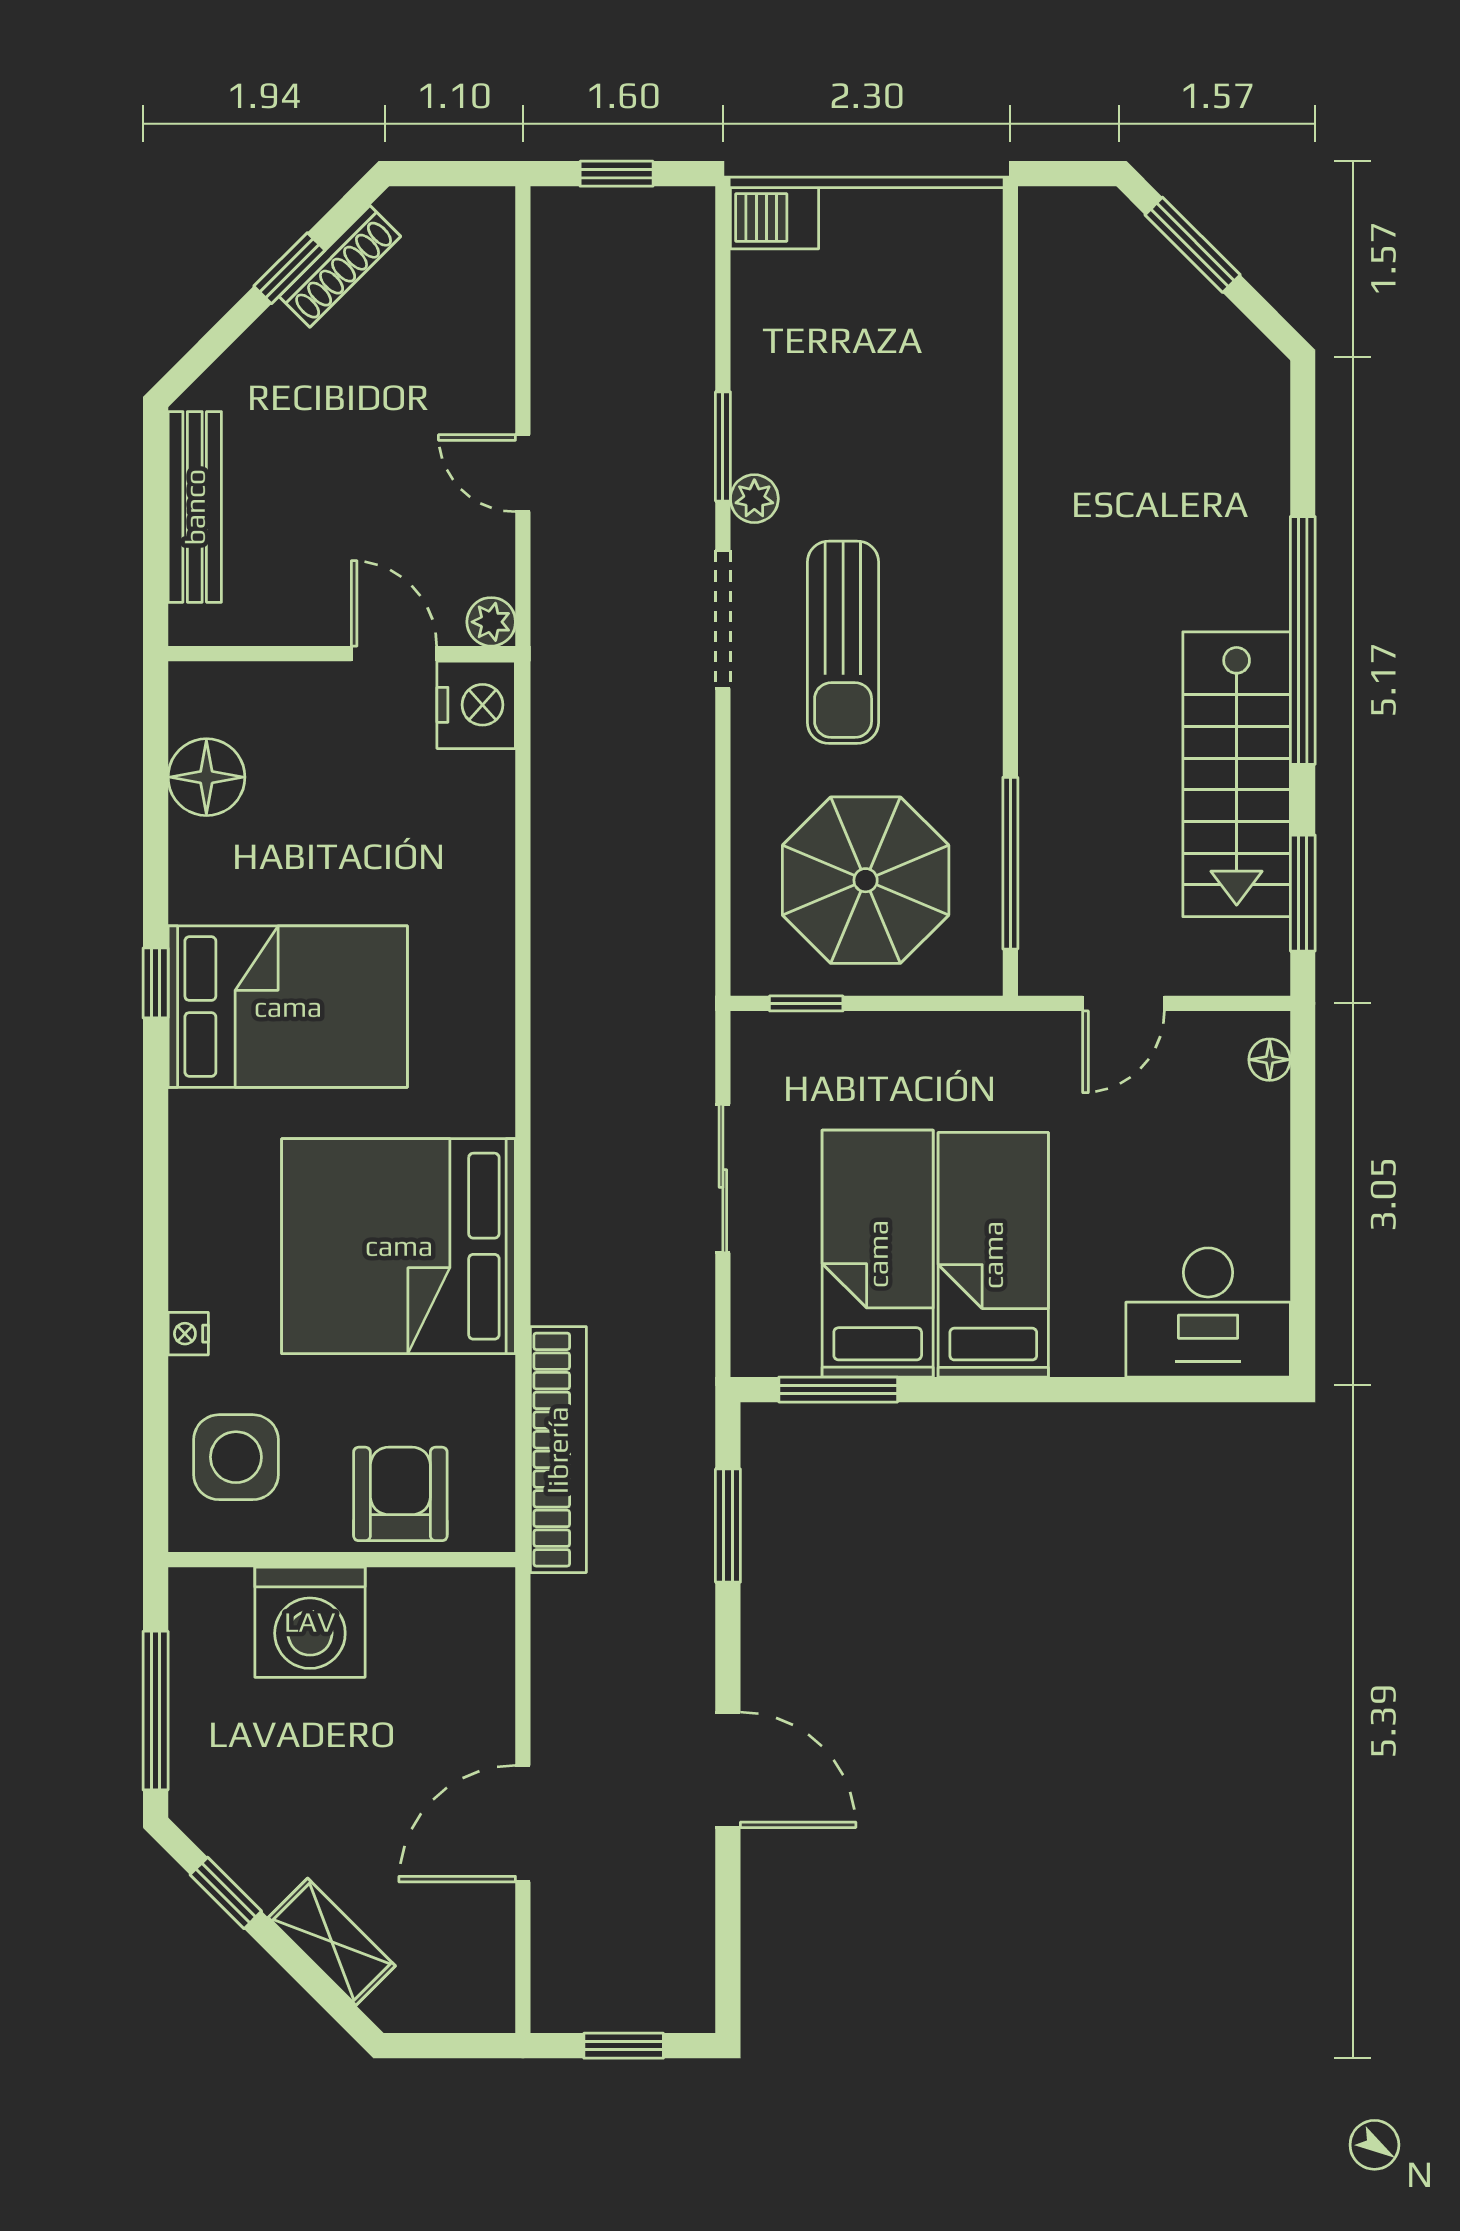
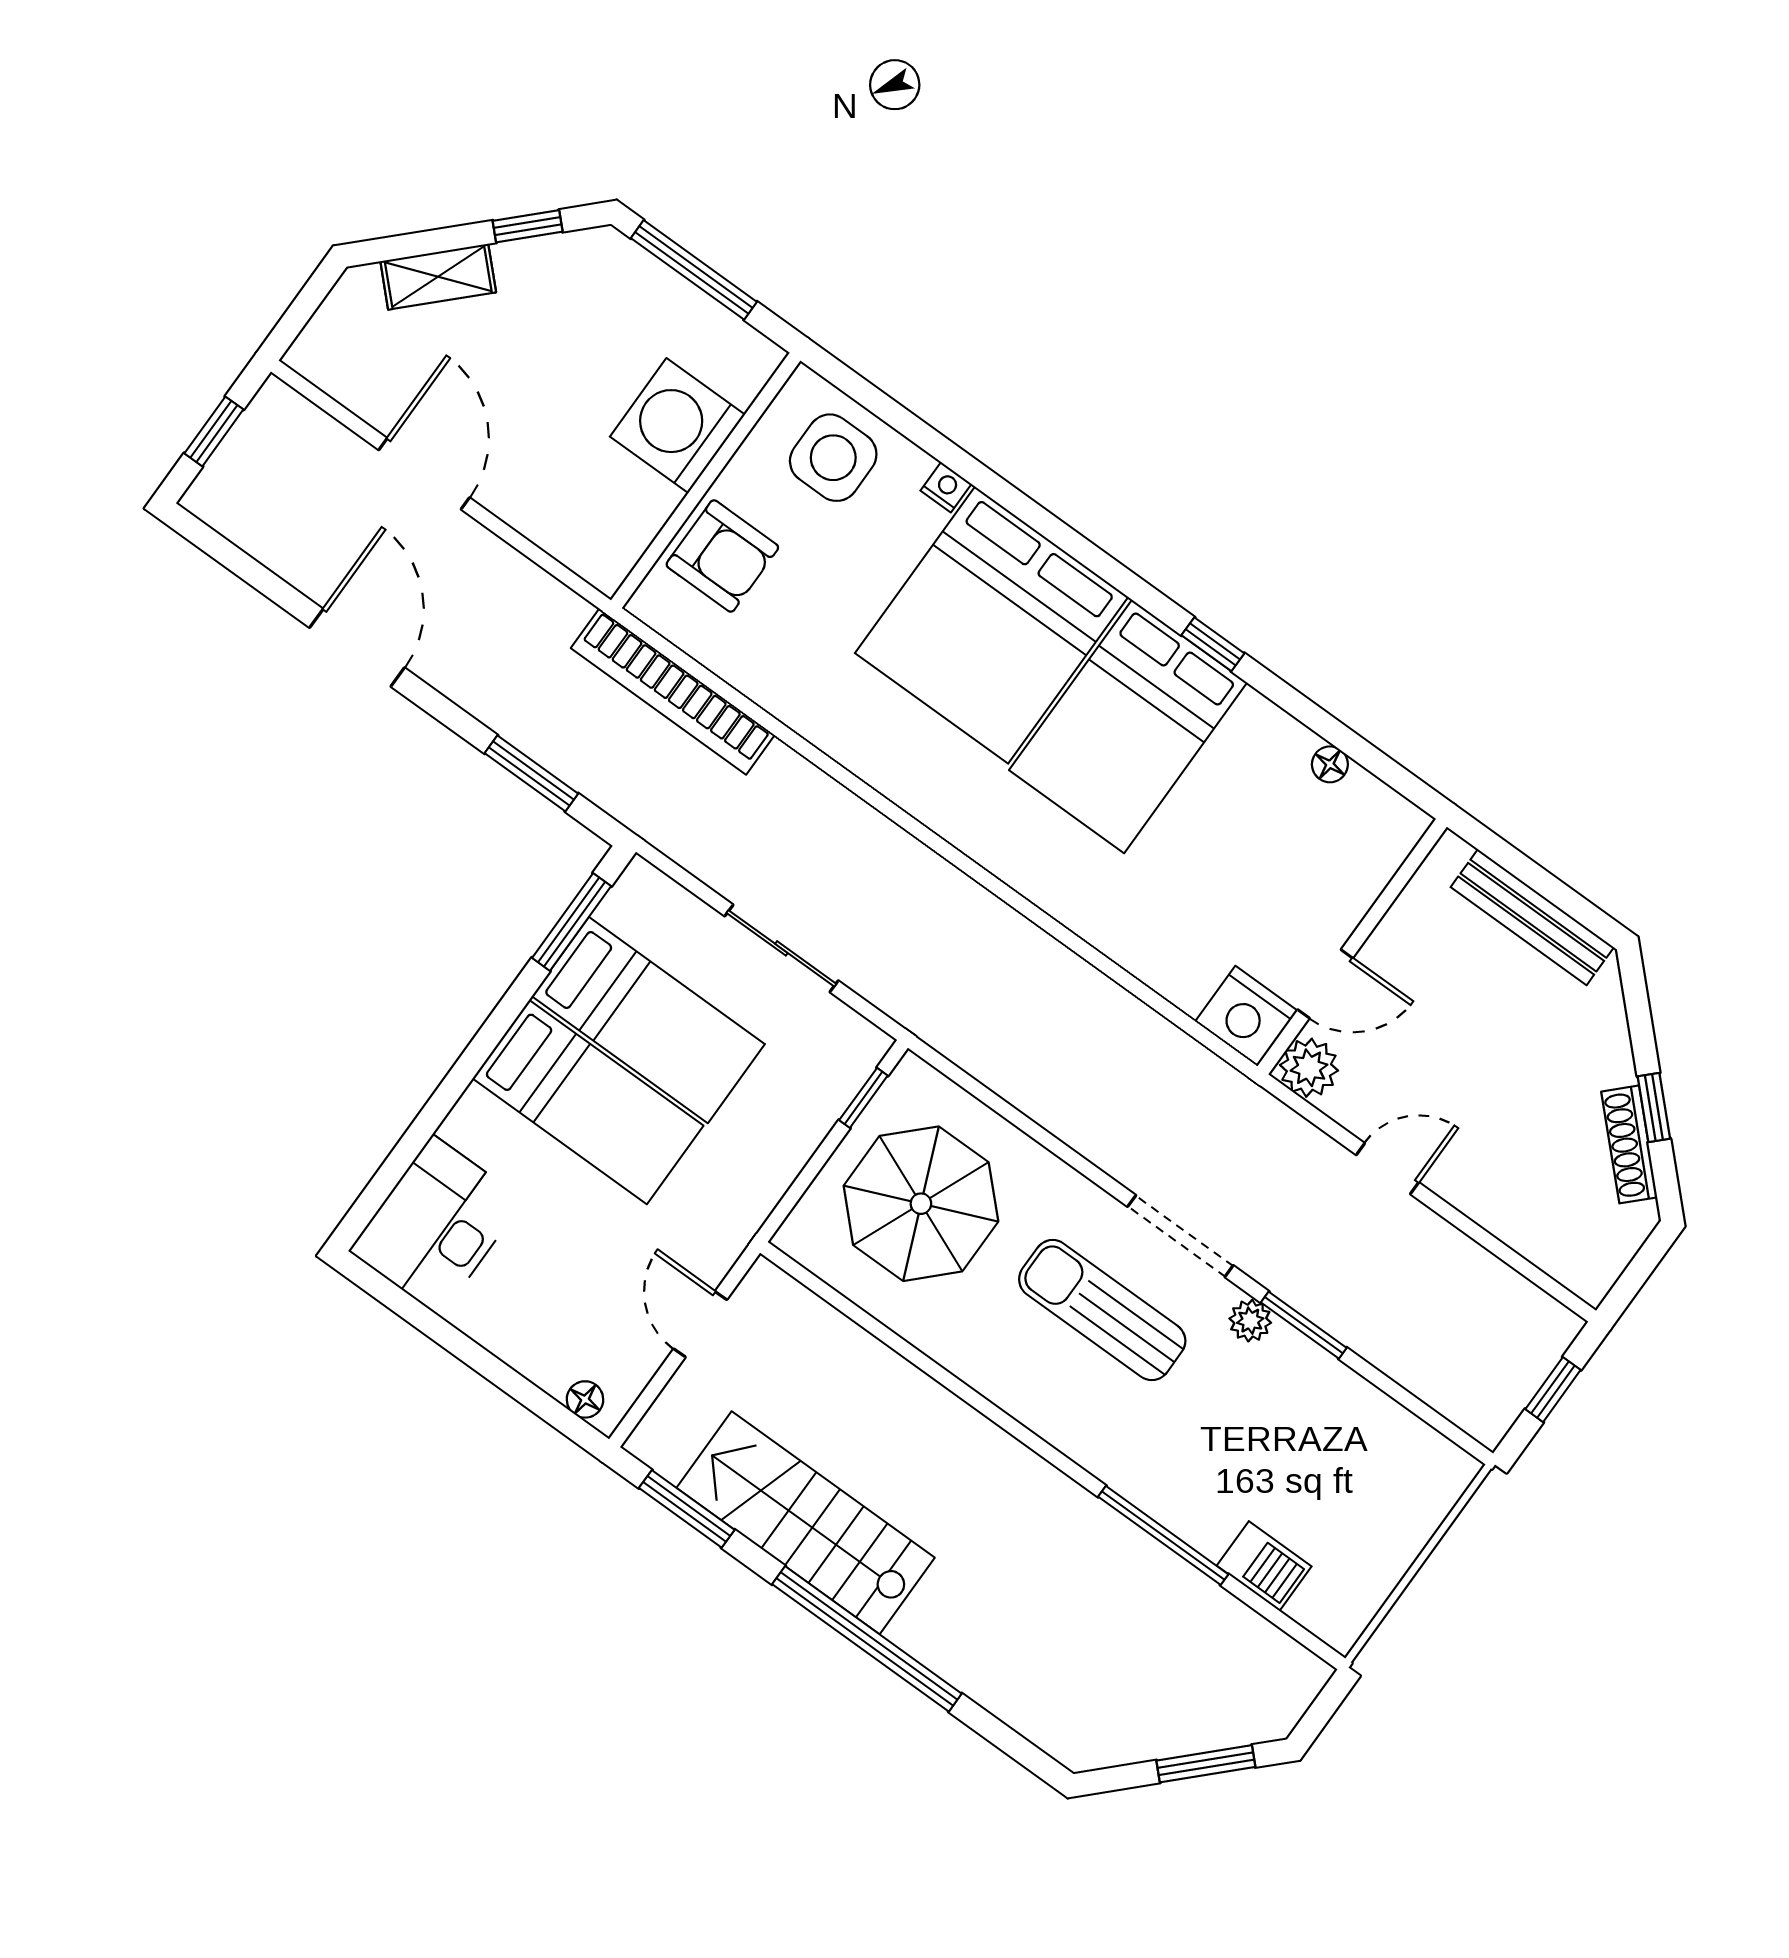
barbecue: (775, 218) -> (1264, 1566), moved, turned 90
plant: (491, 622) -> (1309, 1068), width x1.38, depth x1.38
floor lamp: (206, 777) -> (1330, 764), width x0.53, depth x0.53
window: (1010, 863) -> (1163, 1535), moved
bed: (399, 1246) -> (992, 625), moved, turned 180
door: (728, 1770) -> (357, 648), swing flipped

